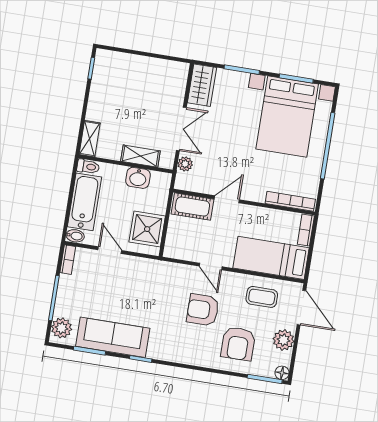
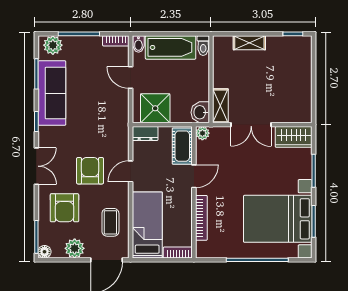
shelving: (90, 139) -> (249, 43), moved
shelving: (140, 156) -> (220, 106), moved
plant: (185, 164) -> (202, 133), moved
washbasin: (138, 178) -> (200, 112), moved
door: (227, 199) -> (194, 176), hinge flipped
bookcase: (290, 201) -> (201, 218), moved
dresser: (172, 244) -> (145, 134), added
door: (110, 250) -> (131, 78), swing flipped
armchair: (238, 344) -> (64, 208), turned -90
double door: (188, 367) -> (36, 166), added

